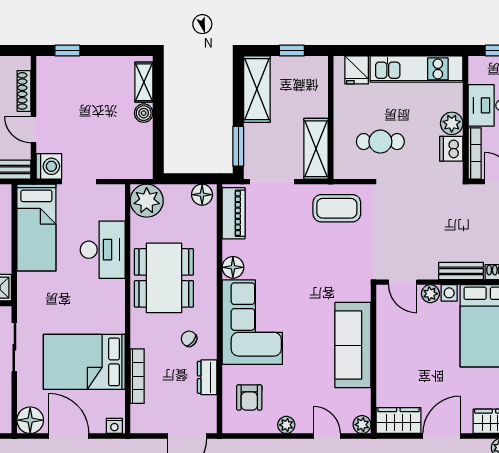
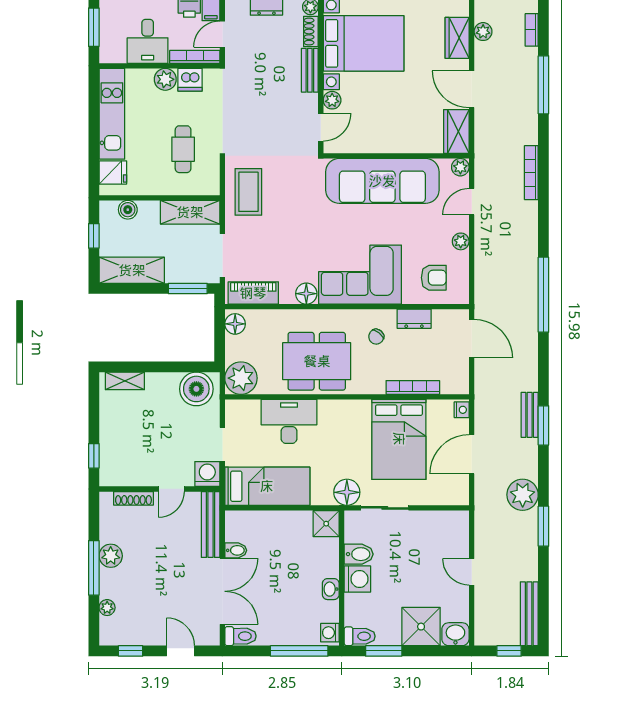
boiler: (319, 85) -> (128, 210), added
boiler: (144, 113) -> (196, 389), moved, width x1.86, depth x1.86
sofa: (353, 345) -> (382, 181), width x1.36, depth x1.27
floor lamp: (30, 420) -> (347, 492), moved

